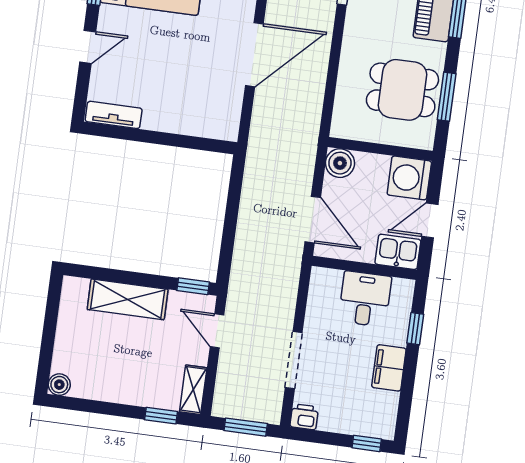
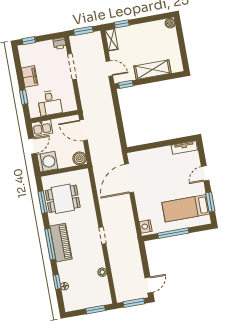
door: (254, 55) -> (129, 178), moved

